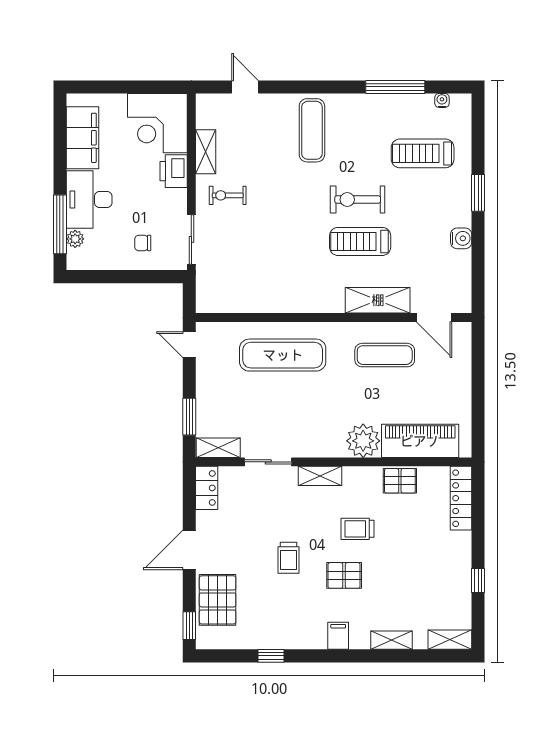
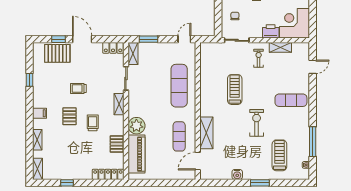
treadmill: (360, 241) -> (235, 89), moved
window: (189, 626) -> (59, 39), moved

